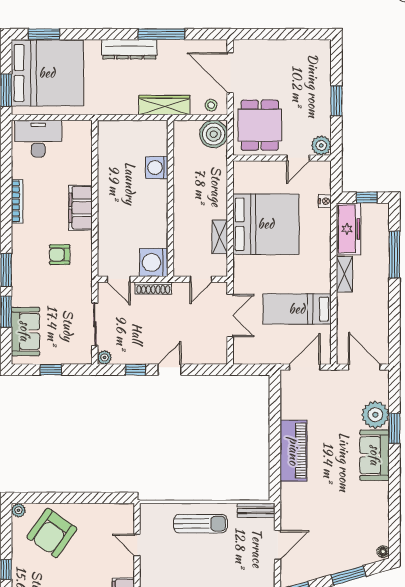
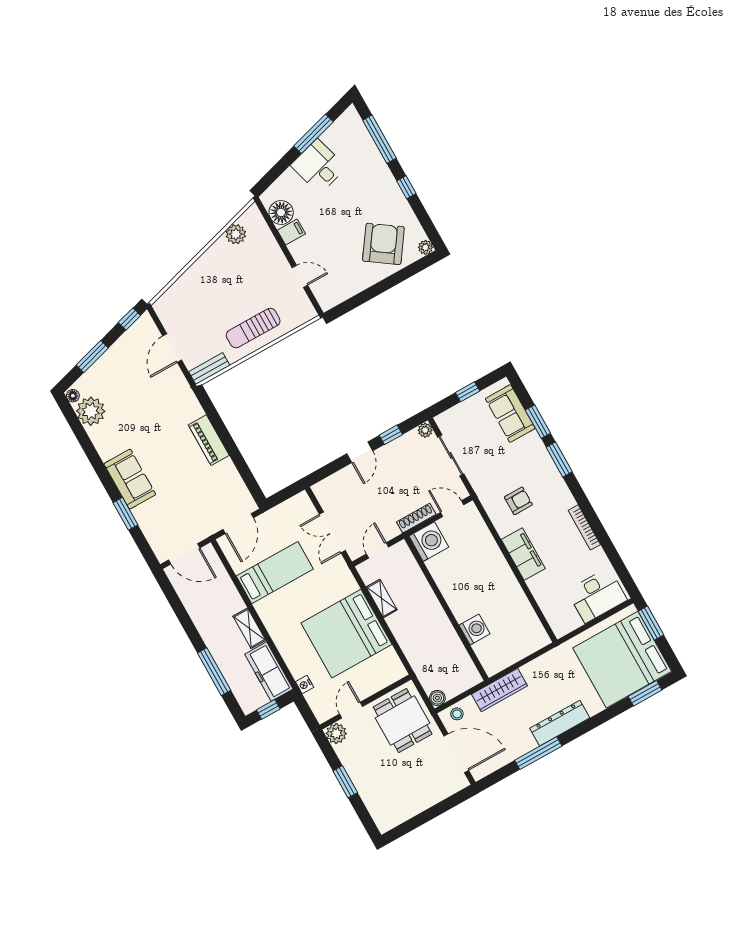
boiler: (214, 134) -> (437, 698), width x0.54, depth x0.54
plant: (375, 415) -> (91, 411), moved
piano: (294, 451) -> (209, 440), width x0.73, depth x0.75

